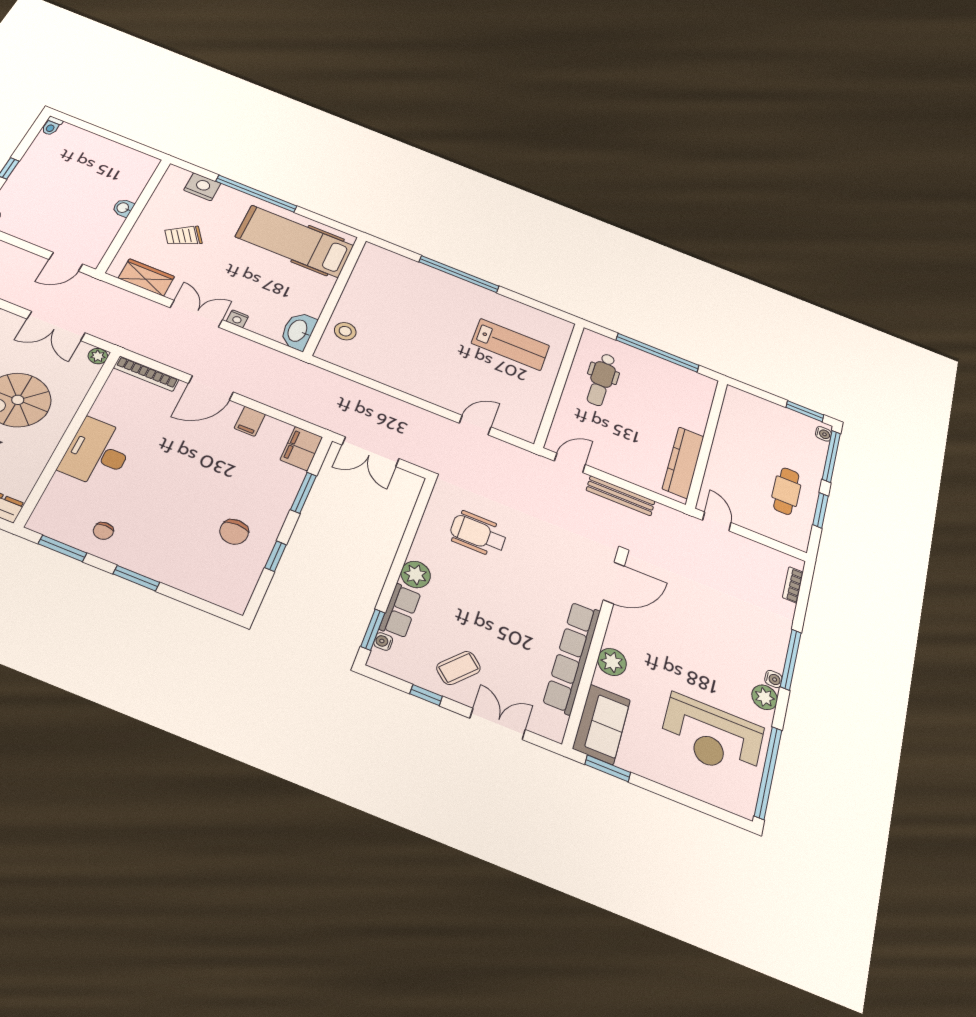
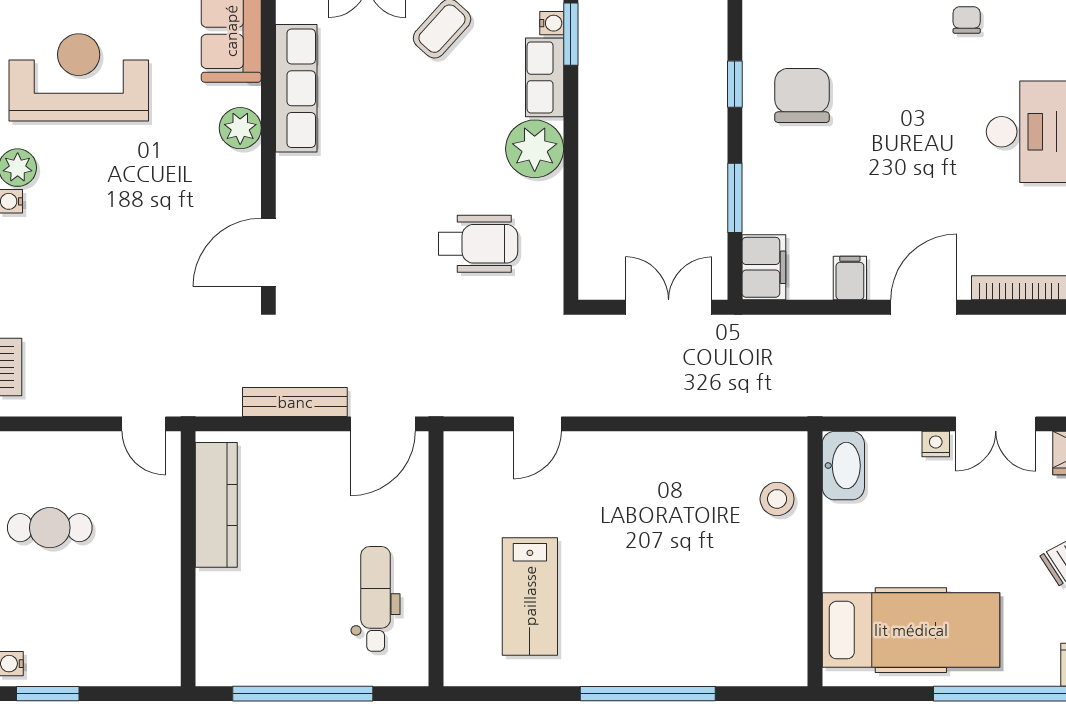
lab bench: (510, 344) -> (530, 596), turned -90
door: (570, 463) -> (383, 424), width x1.38
cafe table: (786, 491) -> (50, 528), turned 90
chair: (234, 532) -> (802, 95), width x1.37, depth x1.37
plant: (416, 575) -> (535, 149), width x1.36, depth x1.36
row of seats: (572, 657) -> (296, 88), width x0.73

